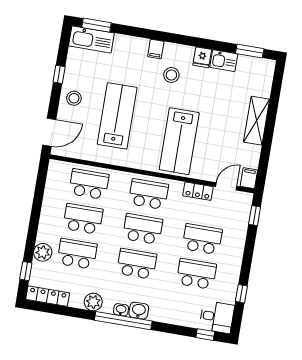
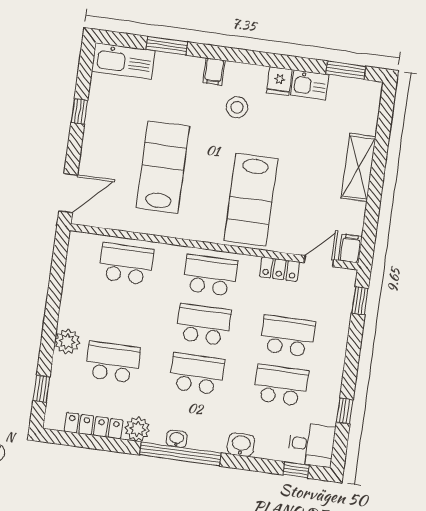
window: (97, 25) -> (167, 46), moved
stool: (74, 98) -> (101, 144), removed
school desk: (83, 219) -> (119, 313), removed
plant: (43, 252) -> (67, 341), moved
locker: (48, 296) -> (94, 426), moved
washbasin: (139, 311) -> (241, 445), moved

